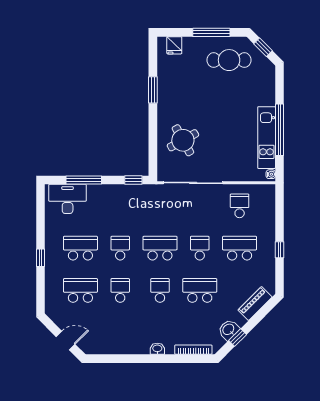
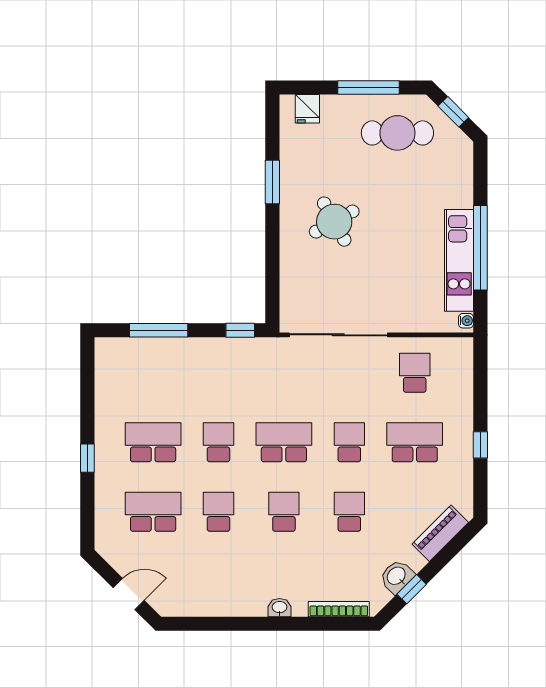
round table: (183, 140) -> (334, 222), moved
desk: (68, 199) -> (132, 361), removed
school desk: (200, 290) -> (349, 512), width x0.54

